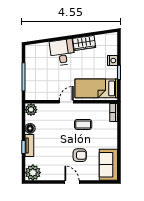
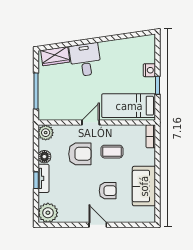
wardrobe: (84, 43) -> (55, 56), moved
armchair: (58, 126) -> (80, 154), added
sofa: (108, 165) -> (144, 186), moved

